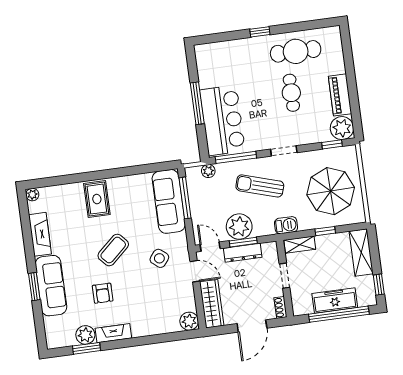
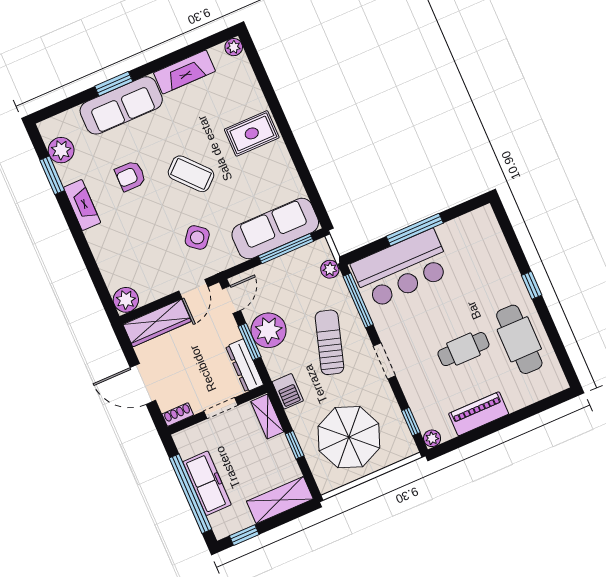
plant: (342, 128) -> (432, 438), width x0.53, depth x0.53
dresser: (243, 253) -> (244, 366), moved
plant: (85, 335) -> (61, 150), moved

